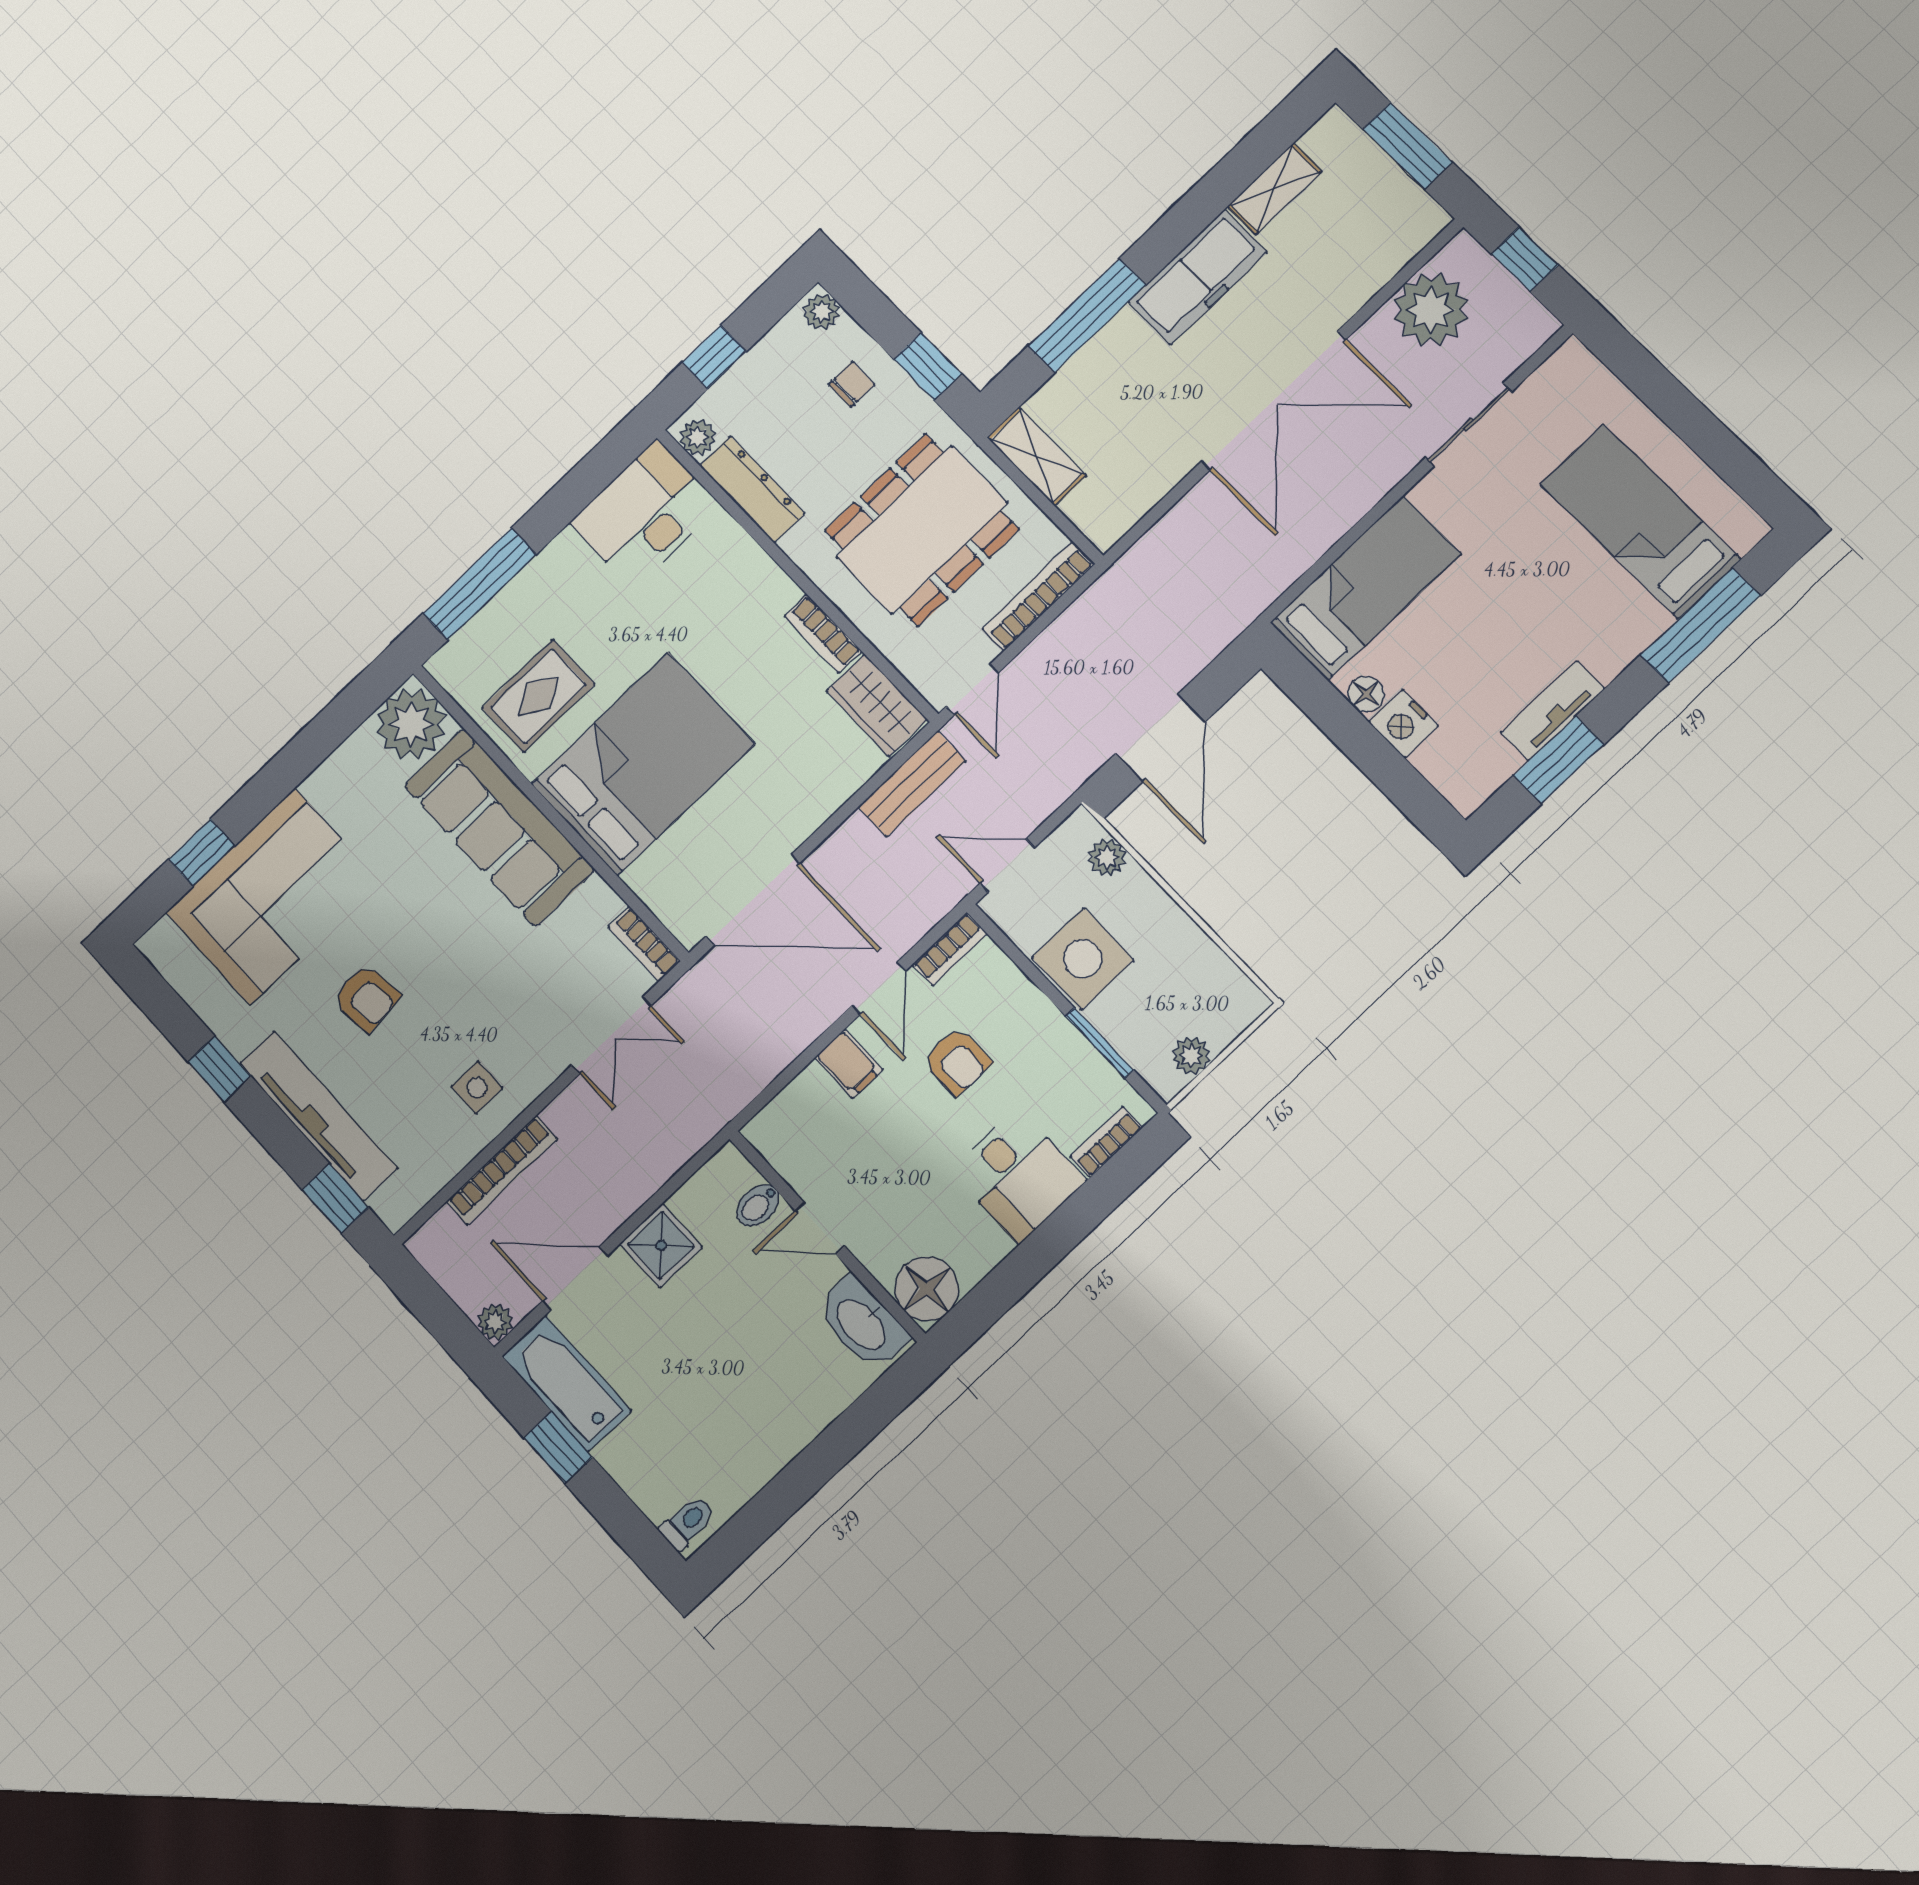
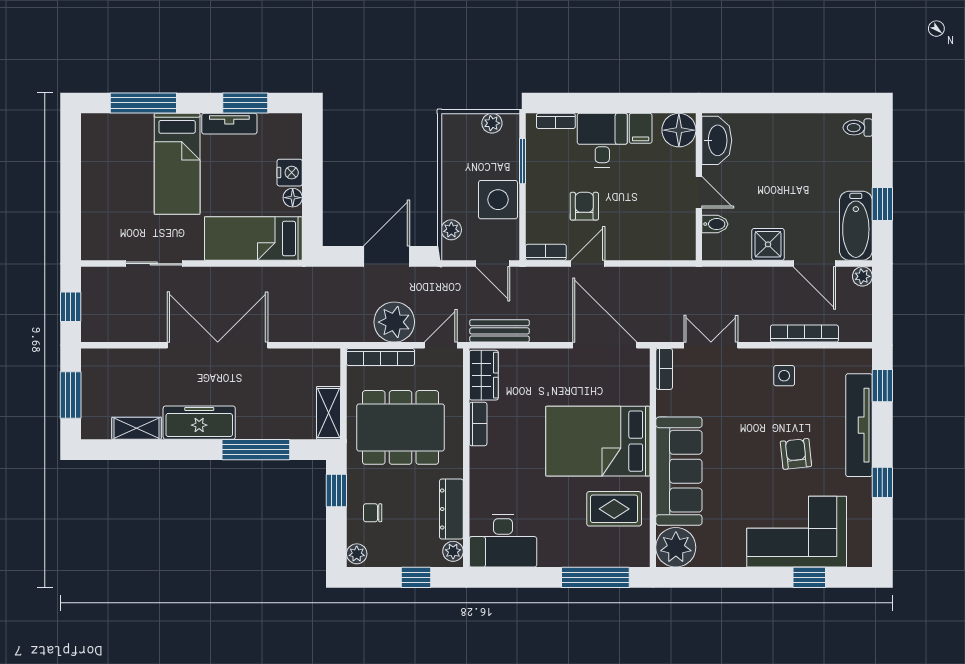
plant: (1431, 310) -> (394, 322), moved
bed: (1640, 521) -> (177, 164), moved
filing cabinet: (849, 1064) -> (641, 128), moved, turned 180

